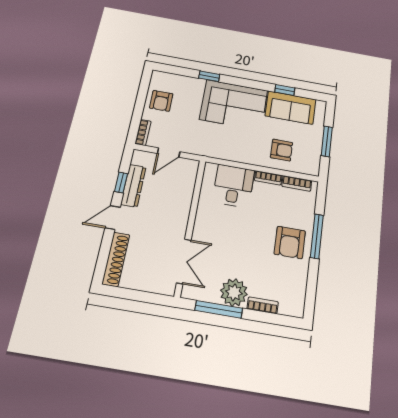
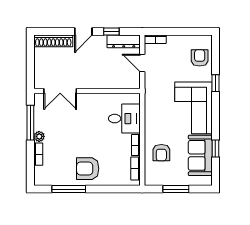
armchair: (161, 101) -> (200, 58), moved, turned 90
dresser: (133, 186) -> (124, 41), moved
door: (113, 217) -> (83, 32), swing flipped
window: (317, 236) -> (69, 189), moved
plant: (234, 292) -> (39, 136), width x0.53, depth x0.53

